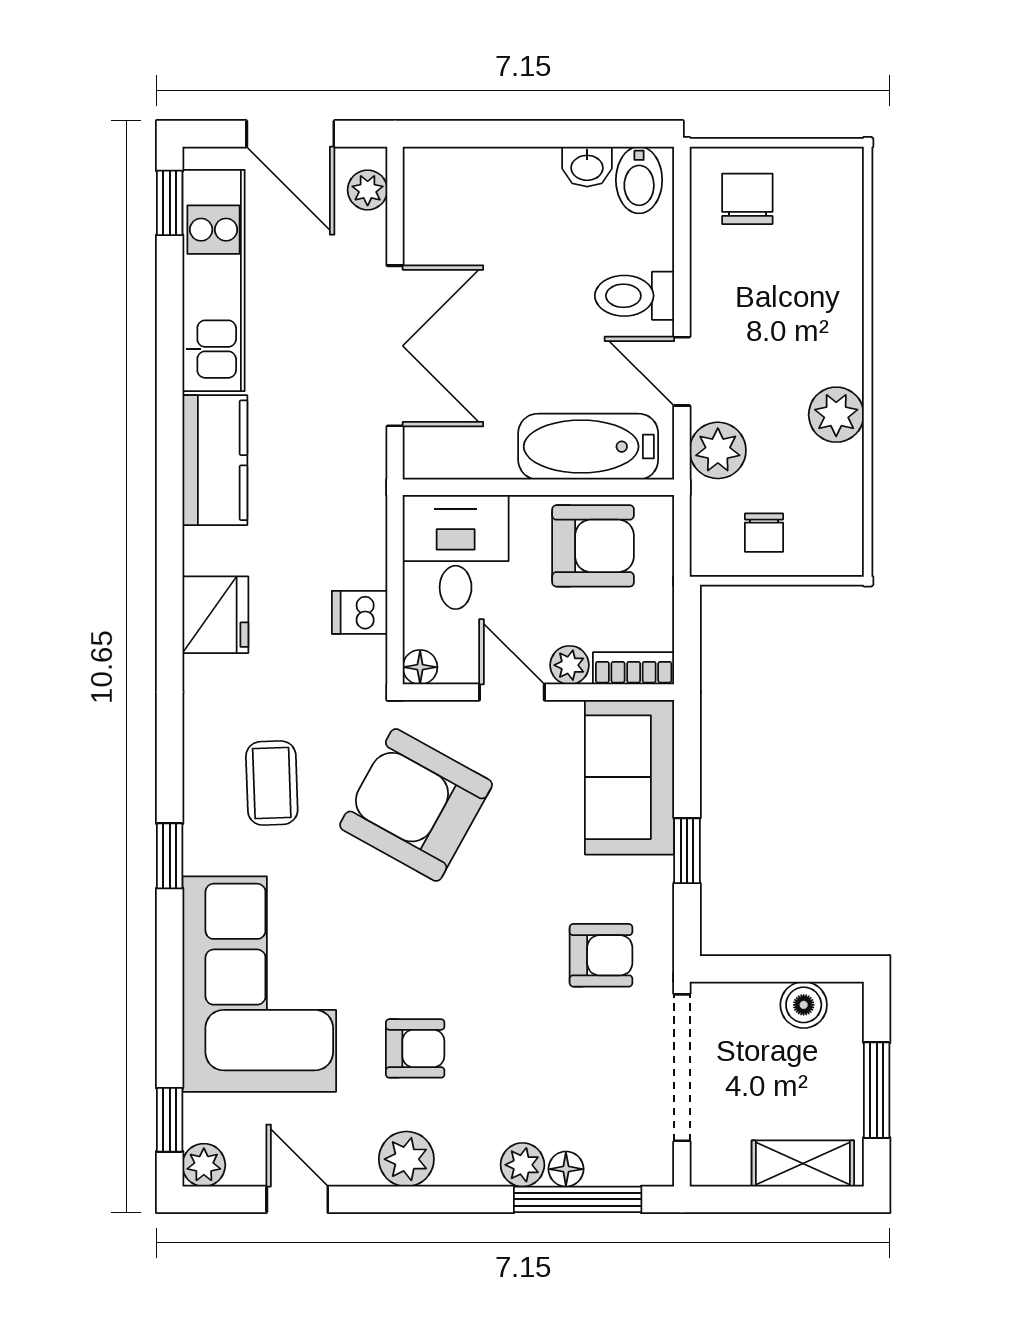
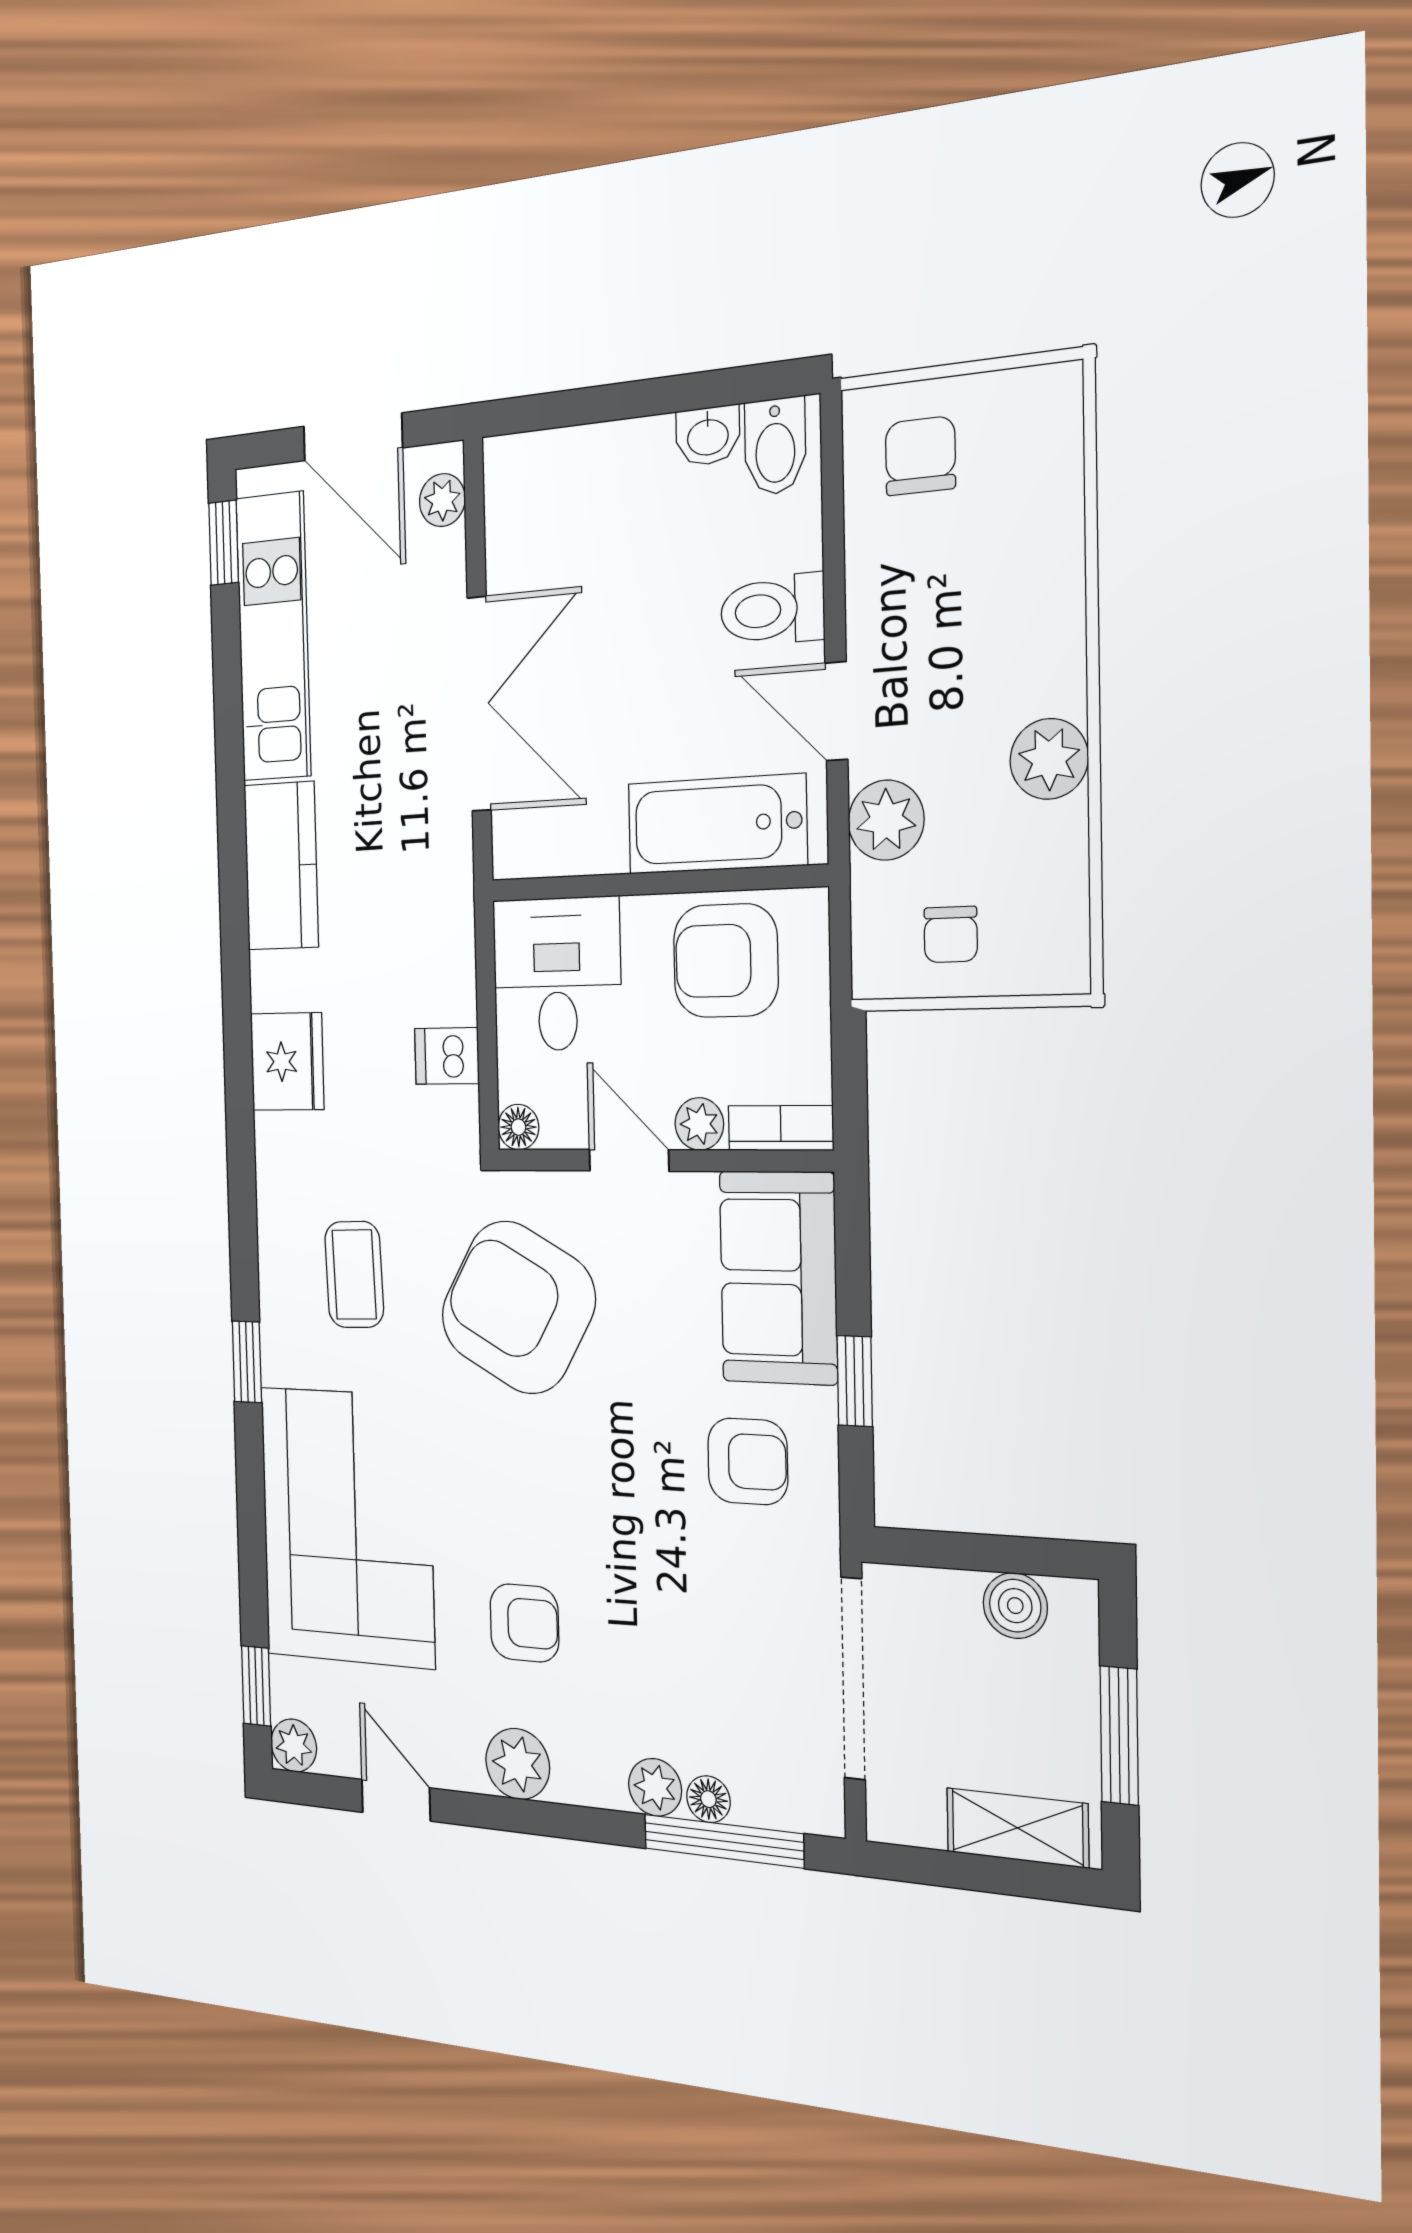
armchair: (593, 546) -> (726, 961), turned 180
armchair: (601, 955) -> (748, 1461), moved

